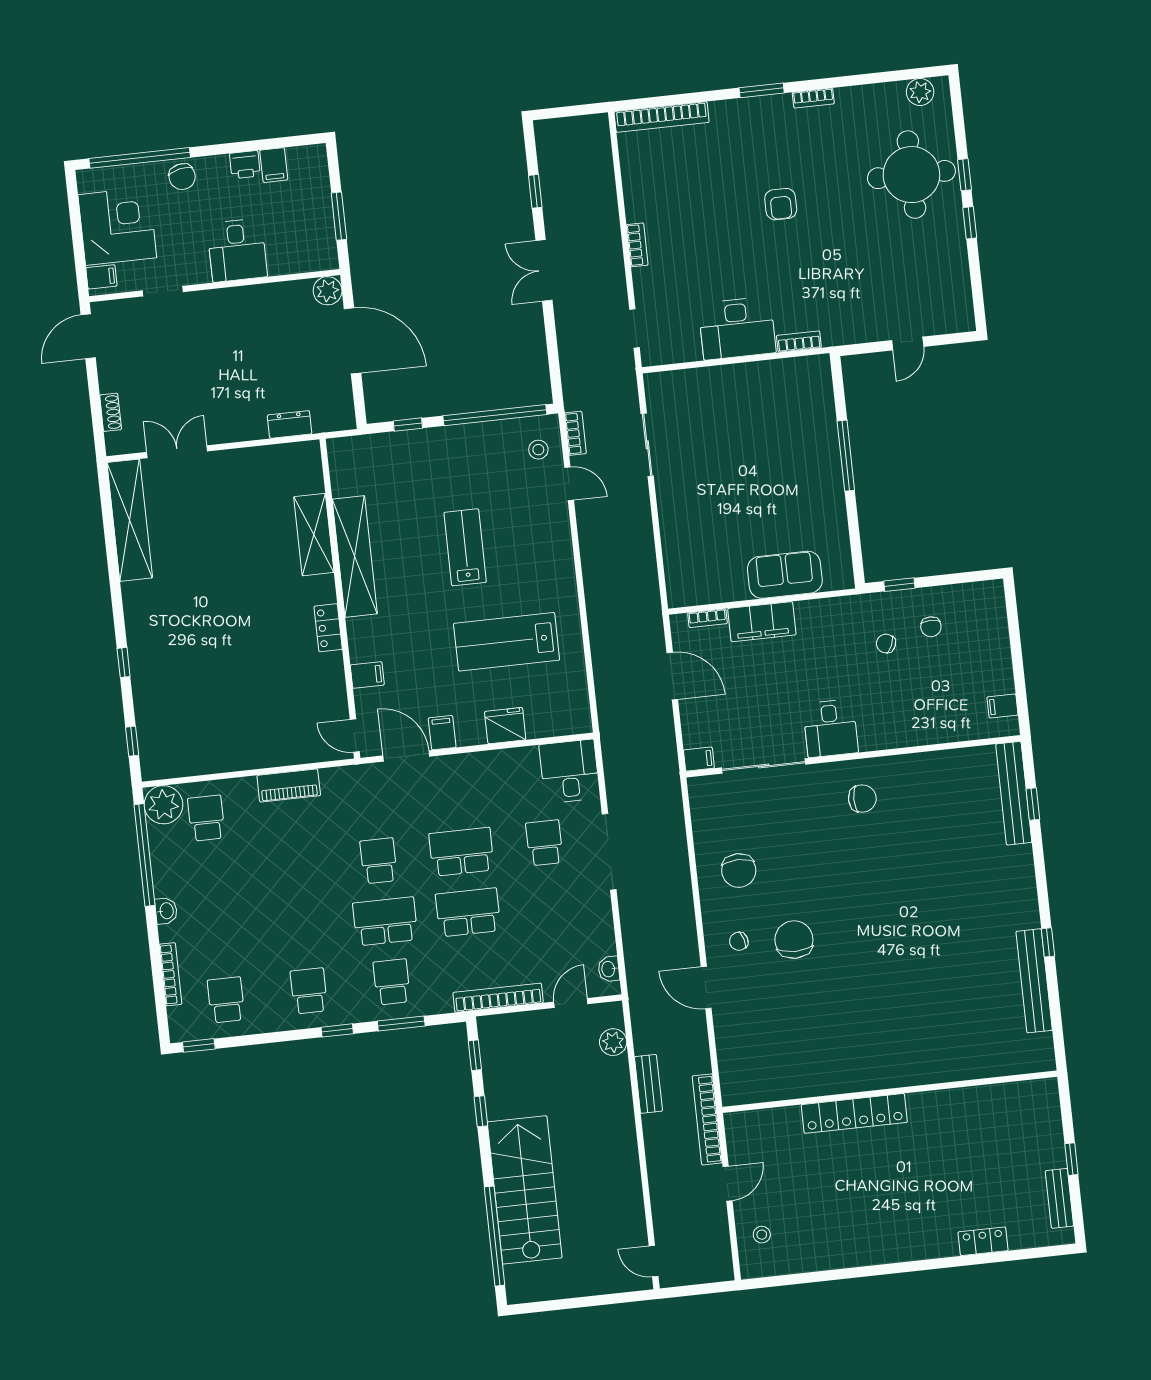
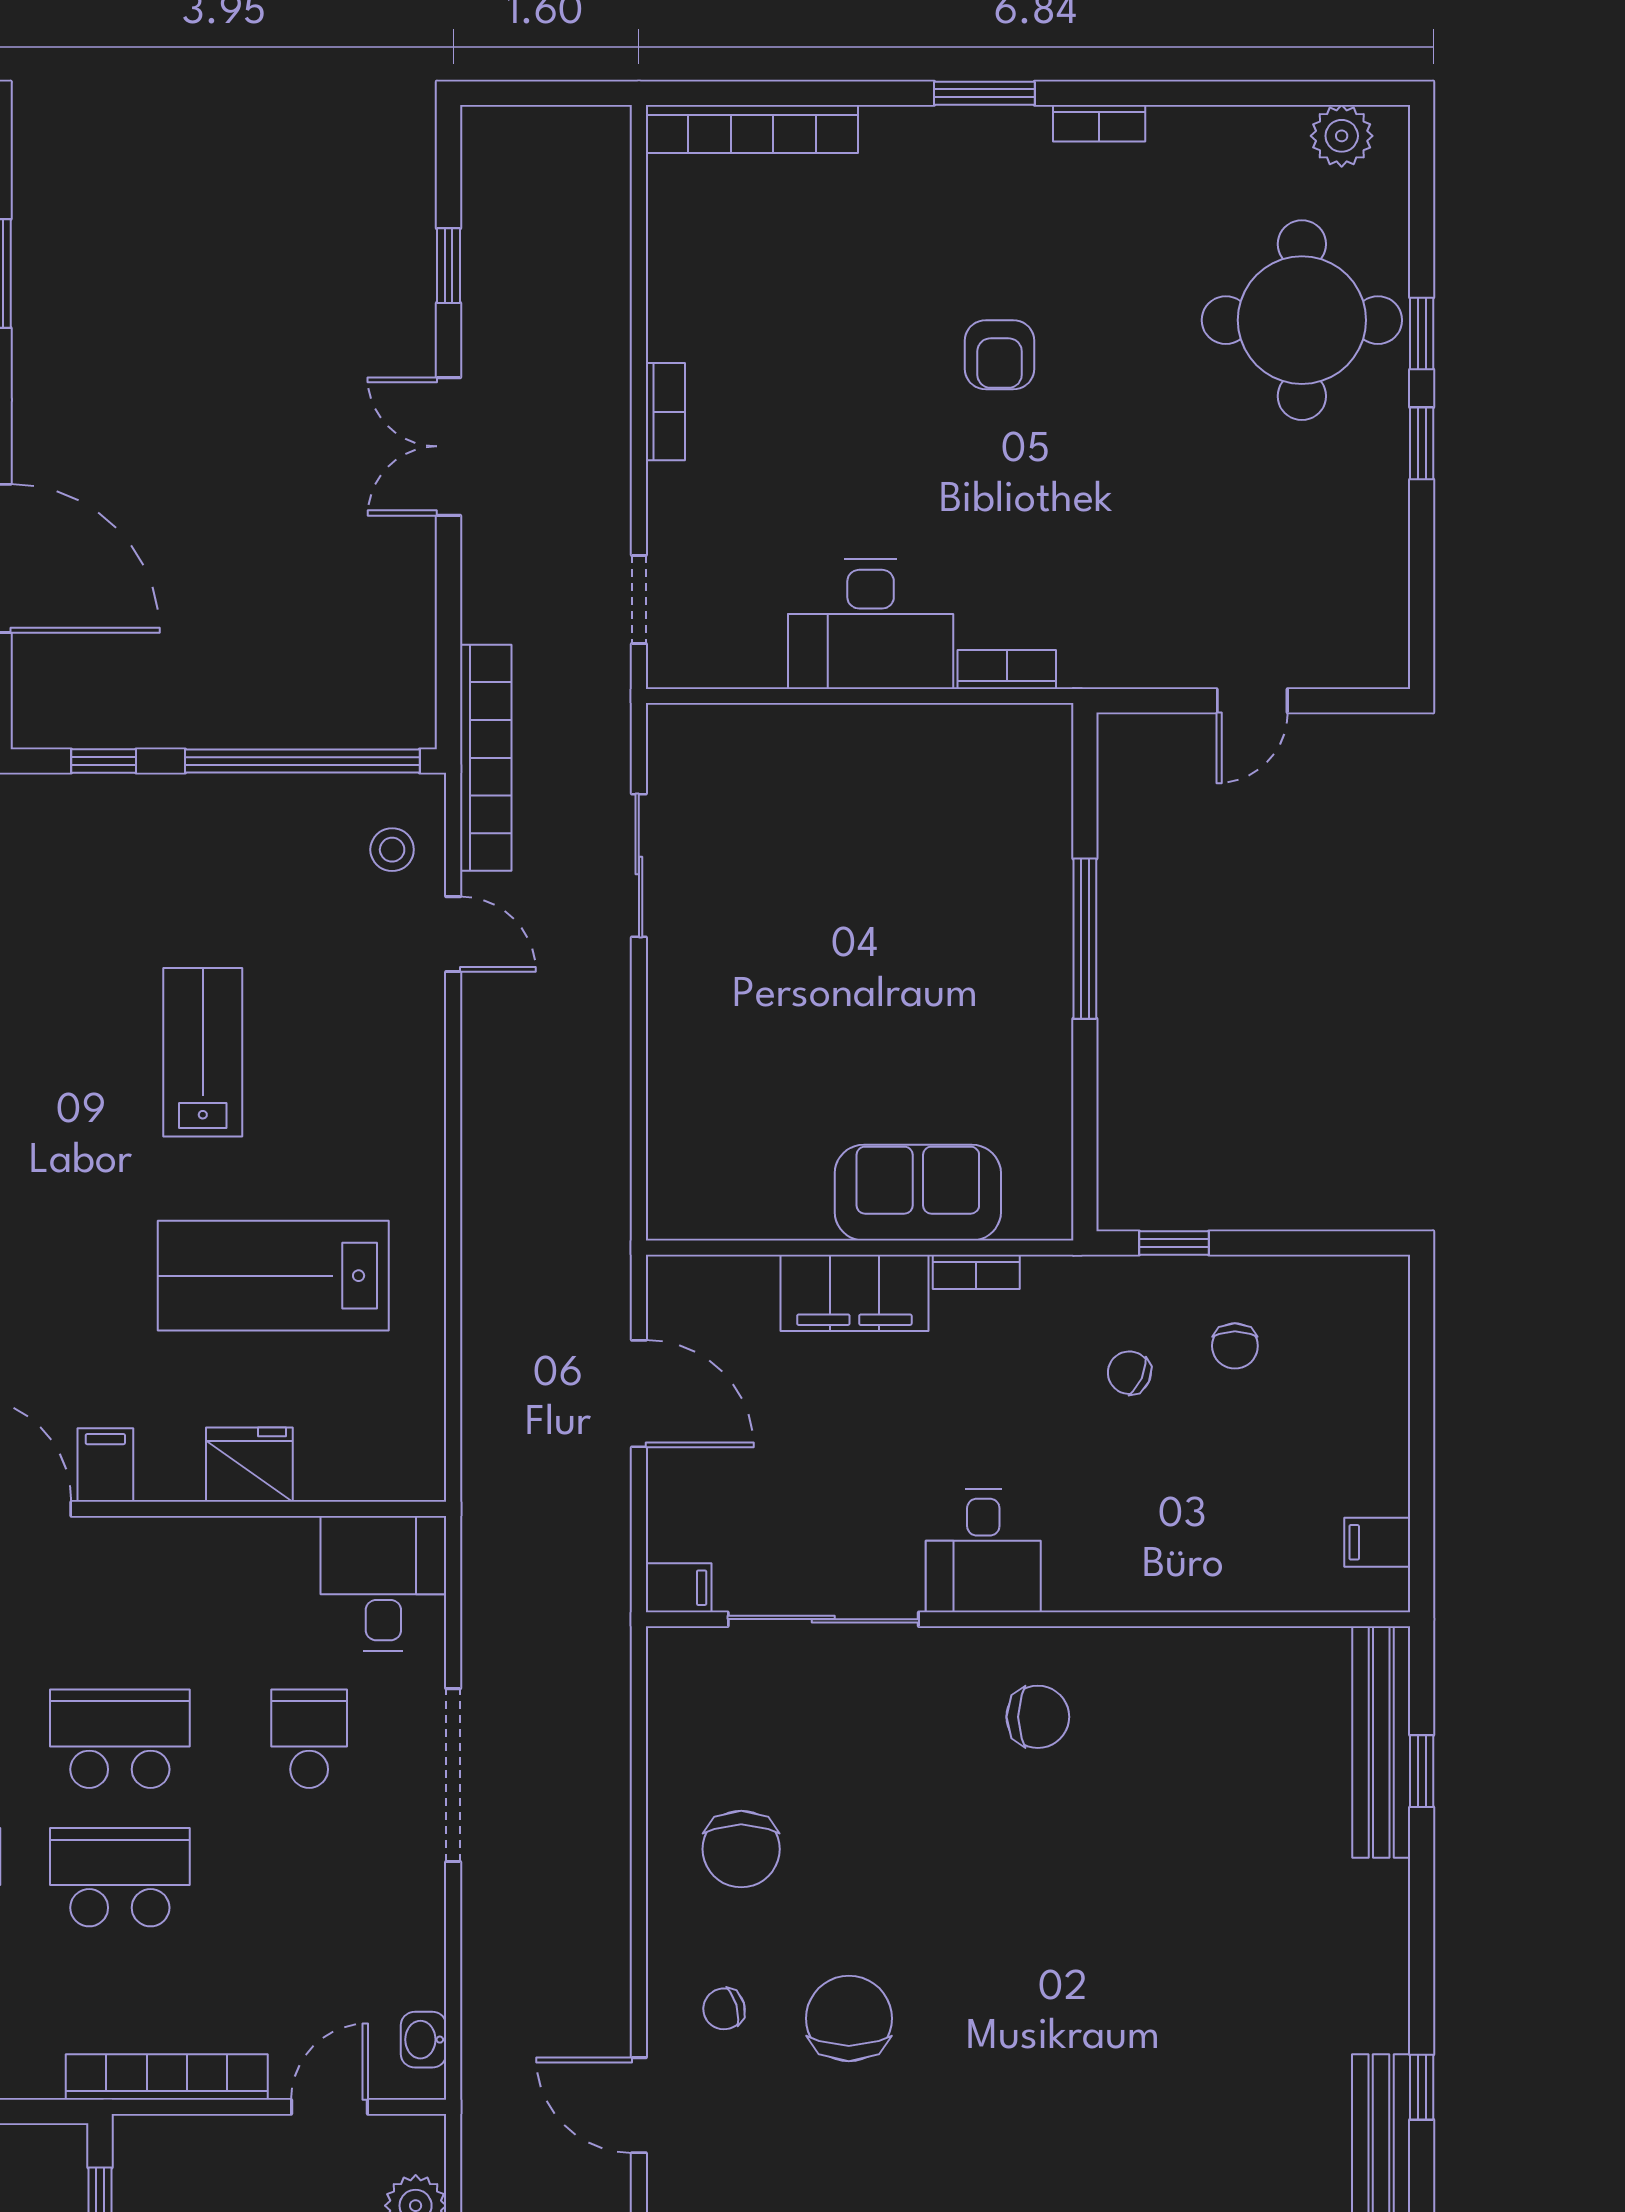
bookcase: (575, 433) -> (486, 758), width x2.31, depth x1.31
bookcase: (707, 618) -> (976, 1272), moved

